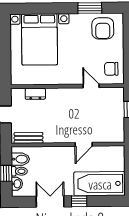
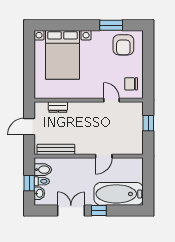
bench: (28, 138) -> (56, 149), width x1.36

